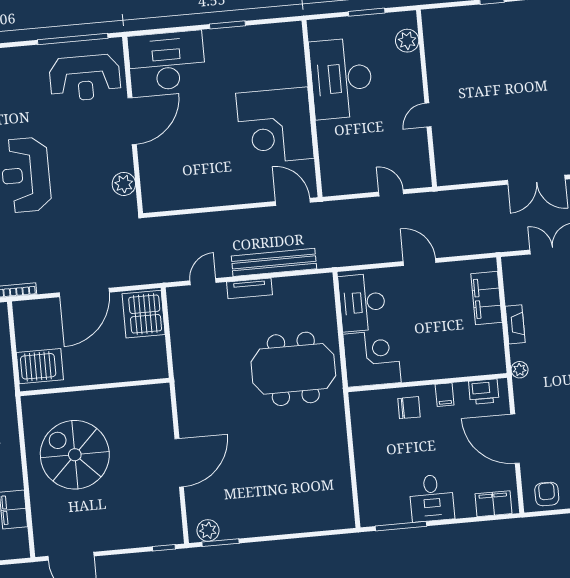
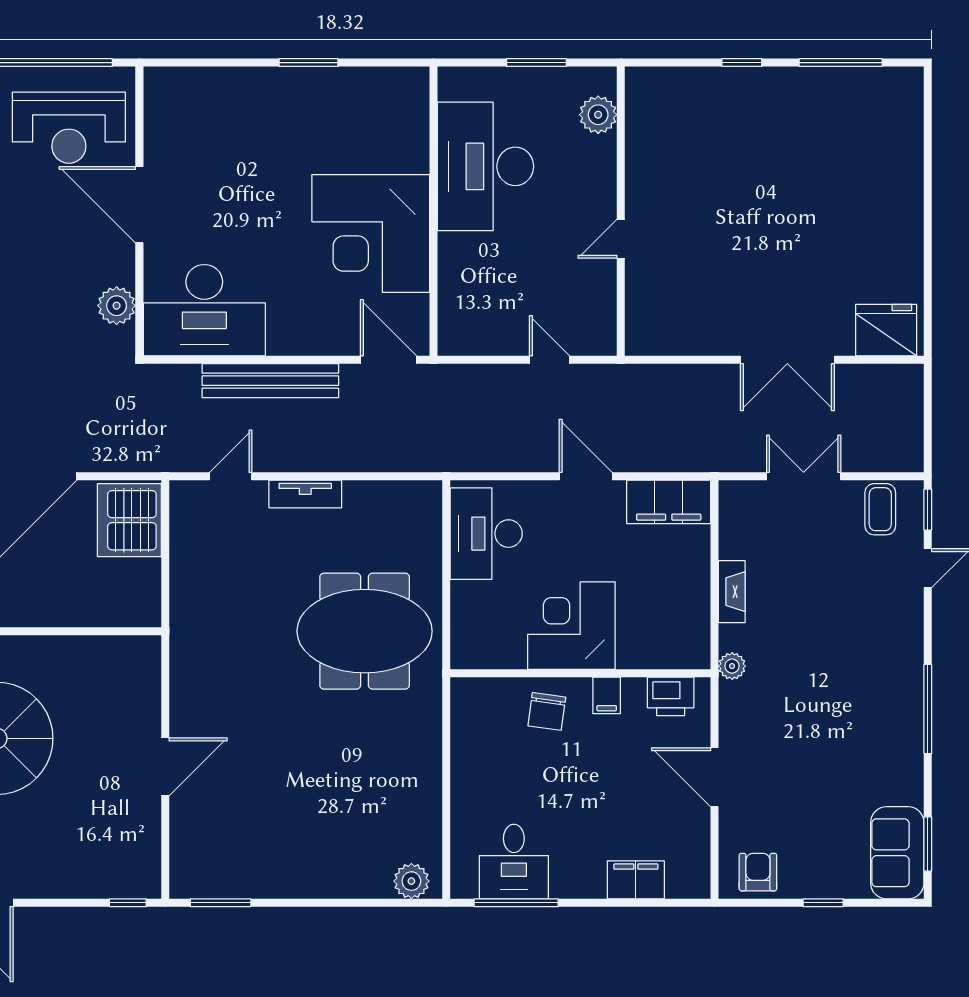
desk: (167, 61) -> (204, 310), moved, turned 180
door: (132, 121) -> (139, 205), swing flipped
bench: (274, 262) -> (270, 381), moved
filing cabinet: (486, 298) -> (669, 502), moved, turned -90
corner desk: (372, 358) -> (571, 626), moved, turned -90
chair: (409, 408) -> (547, 711), turned 98
door: (515, 439) -> (715, 777), width x0.73
door: (179, 463) -> (165, 767), width x0.73
desk: (432, 498) -> (514, 862), moved
filing cabinet: (494, 504) -> (636, 880), moved
plant: (208, 530) -> (411, 881), moved

